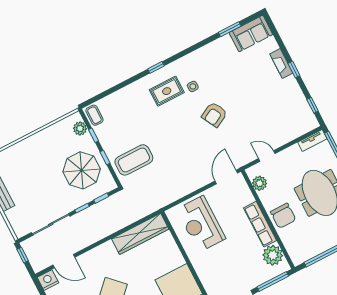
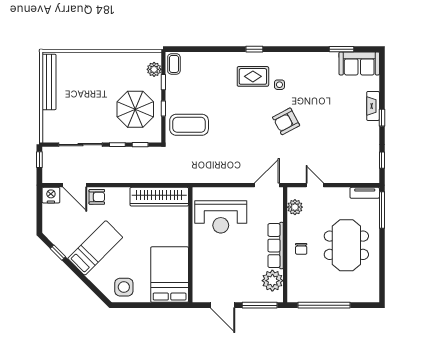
chair: (283, 216) -> (301, 249), width x0.54, depth x0.54
reception desk: (201, 224) -> (221, 217), turned -90
armchair: (87, 261) -> (97, 197), added

